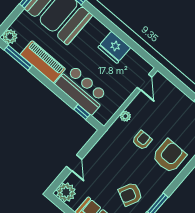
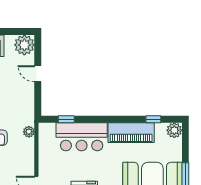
window: (18, 58) -> (153, 119), width x0.46
plant: (125, 116) -> (29, 132), moved

